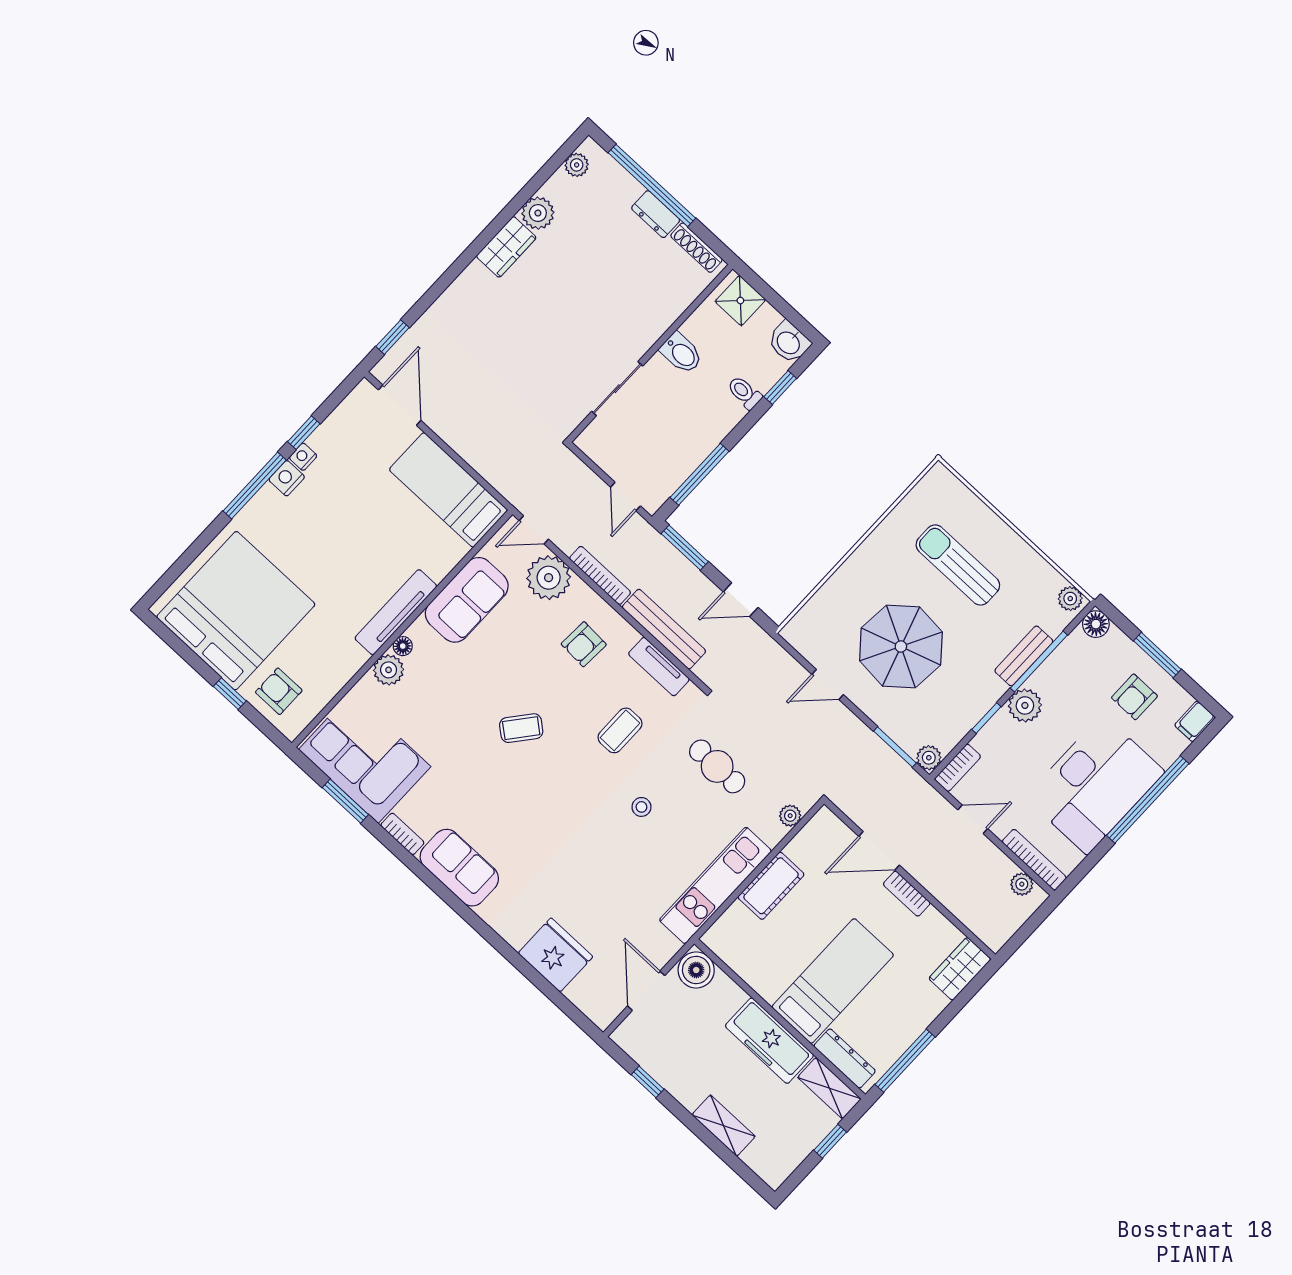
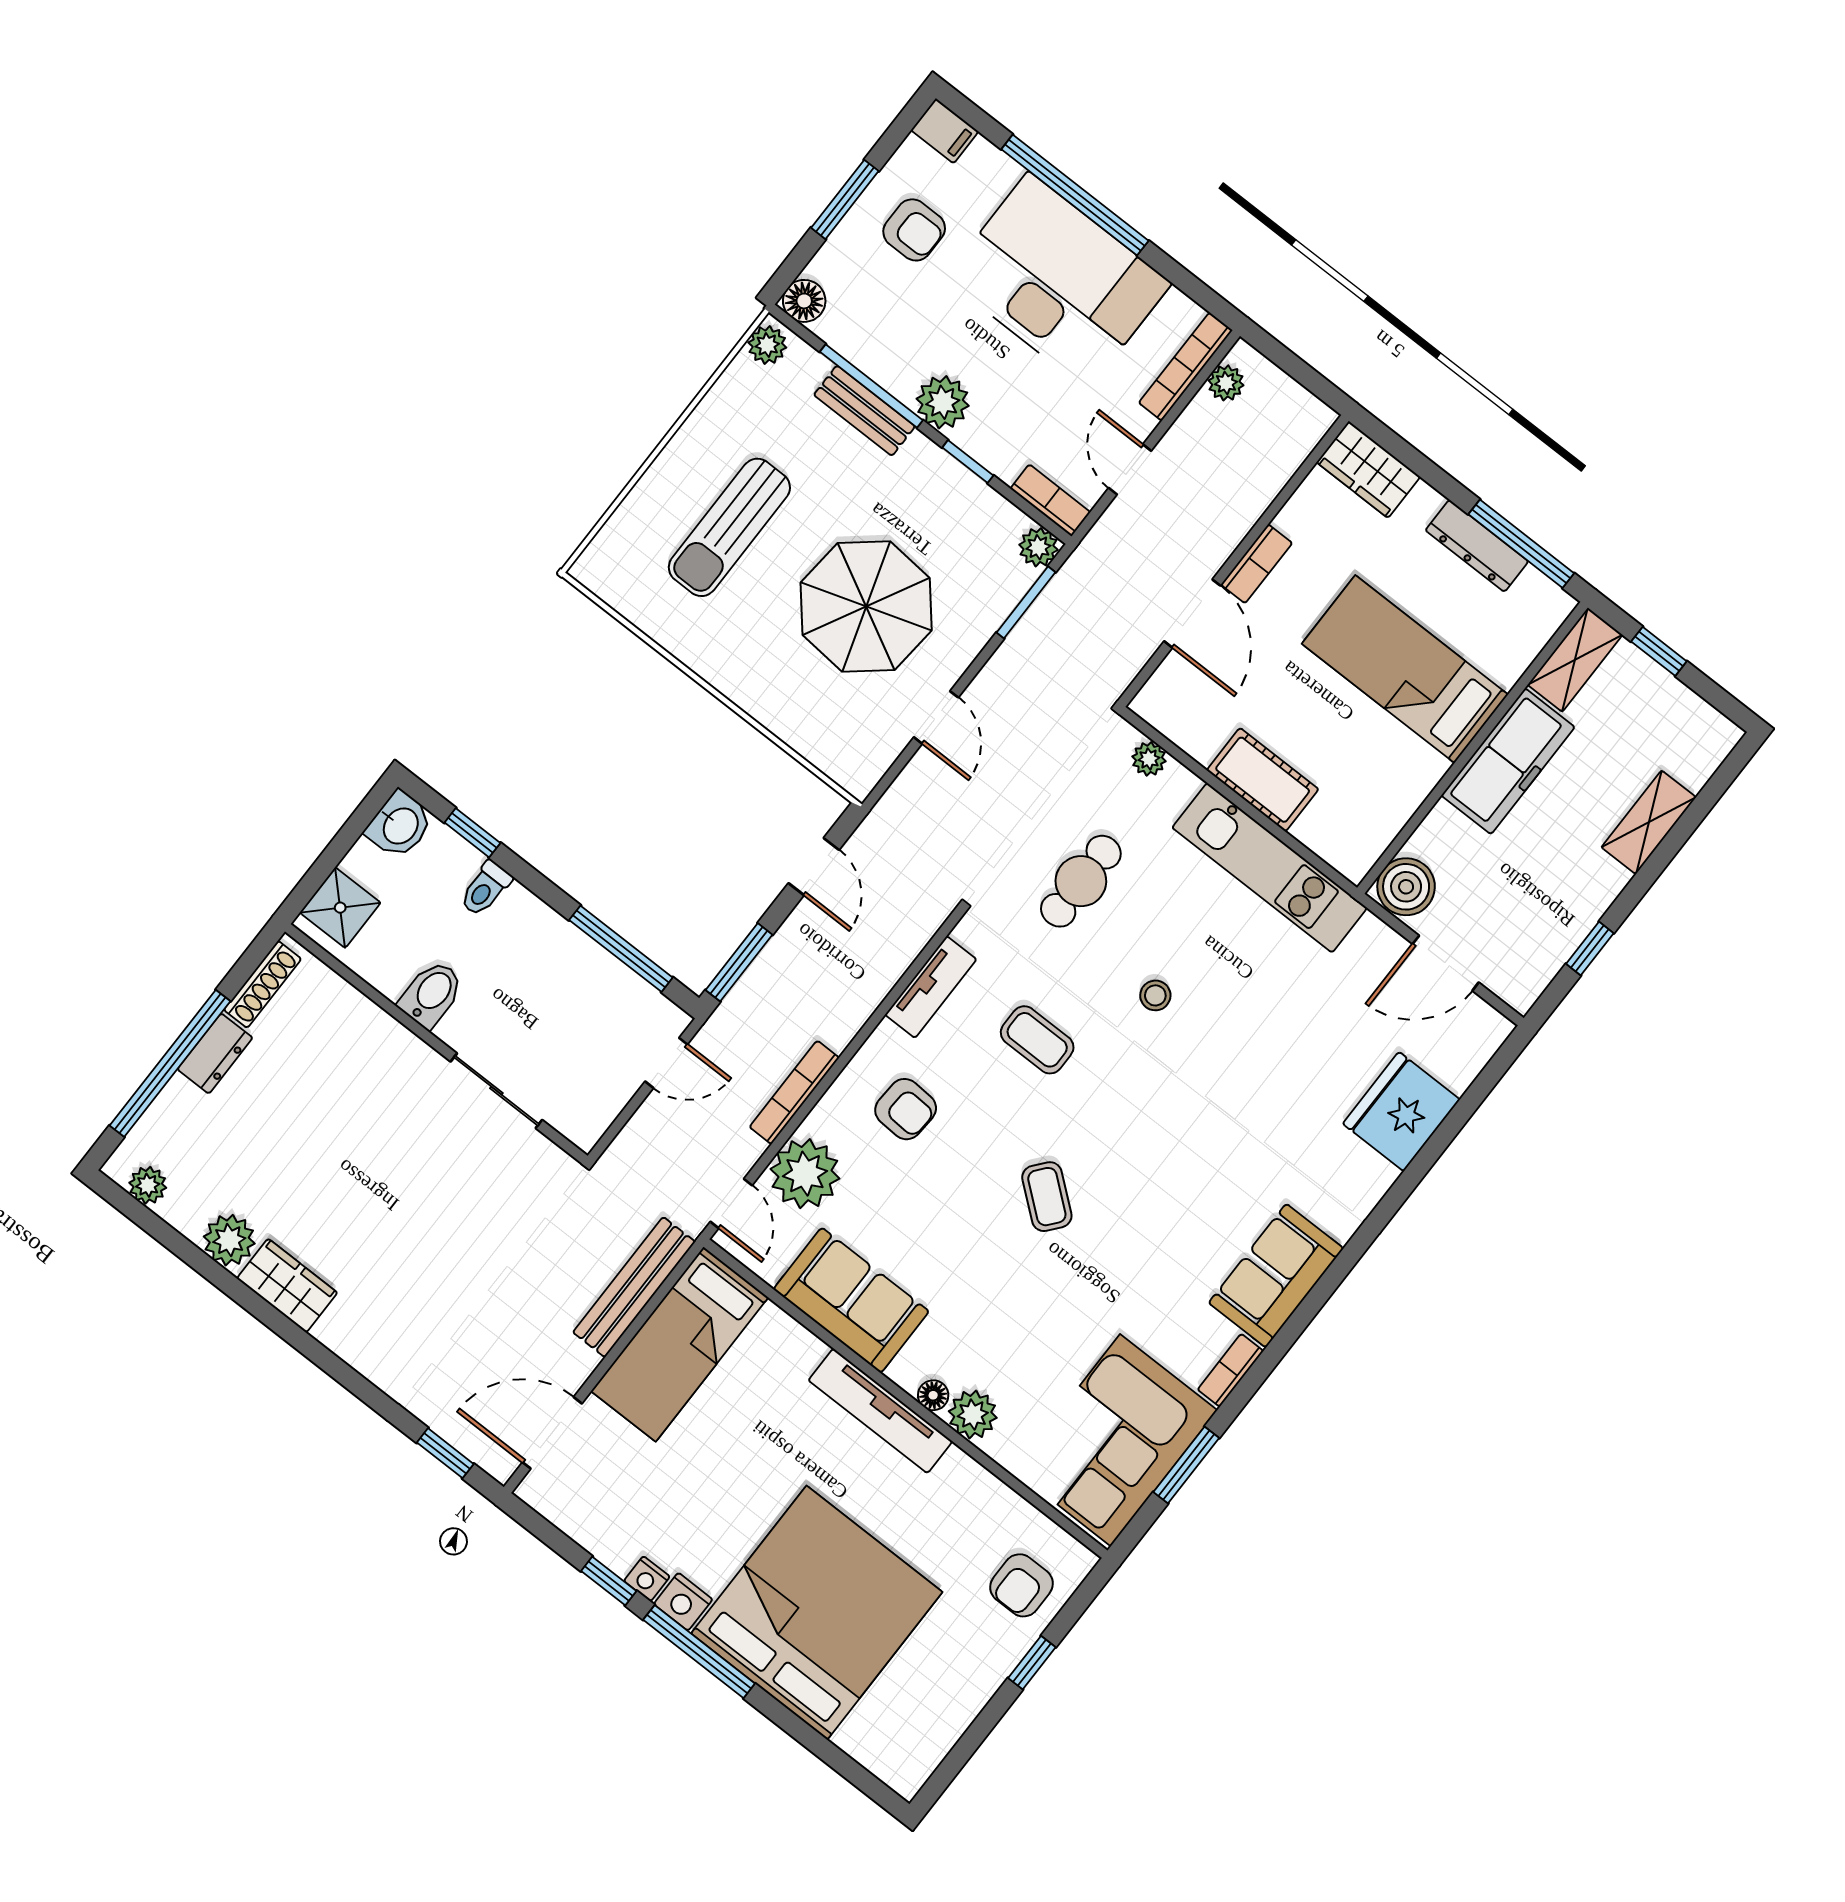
bed: (236, 611) -> (817, 1613), moved, turned 90
bench: (664, 629) -> (634, 1287), moved
dresser: (845, 1058) -> (1477, 546), moved, turned -90

